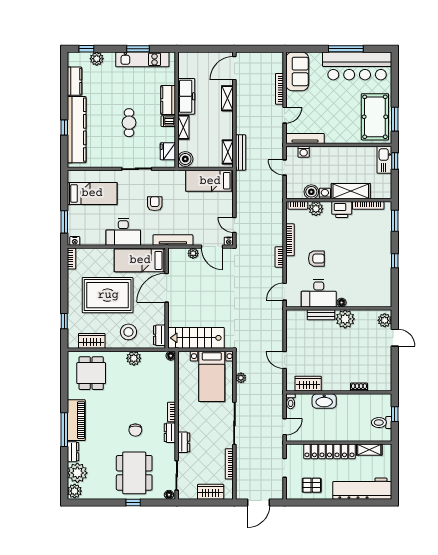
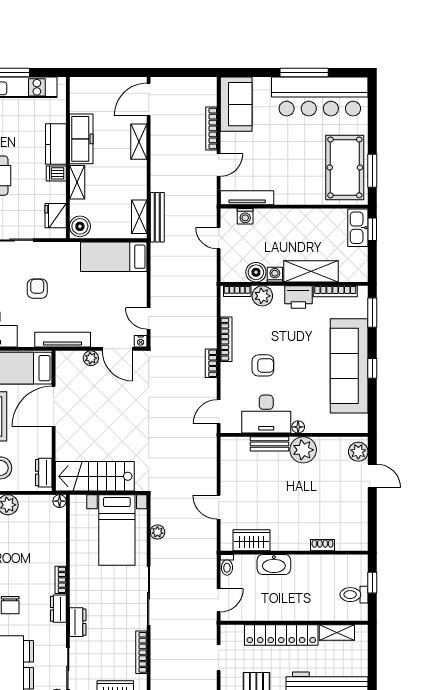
sofa: (378, 259) -> (349, 366), added

